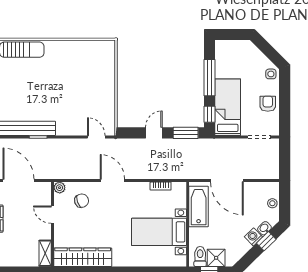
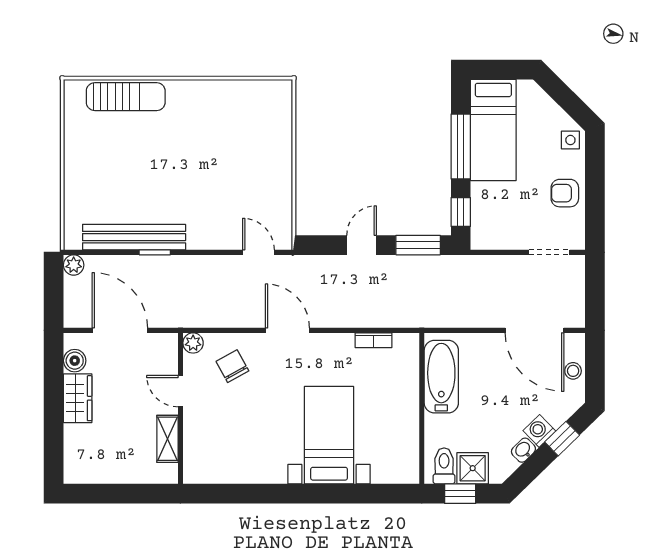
armchair: (268, 104) -> (565, 193), turned -90
bed: (228, 107) -> (493, 130), moved, turned 180
door: (227, 181) -> (535, 330), moved
chair: (82, 201) -> (232, 366), turned -98
washbasin: (264, 228) -> (523, 450), moved
bed with nightstands: (159, 232) -> (329, 435), moved, turned 90
shelving: (45, 253) -> (167, 439), moved
wardrobe: (83, 257) -> (234, 467), removed

